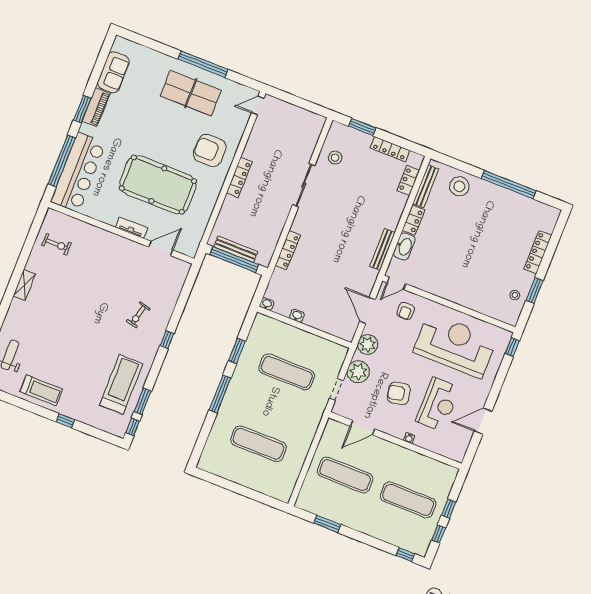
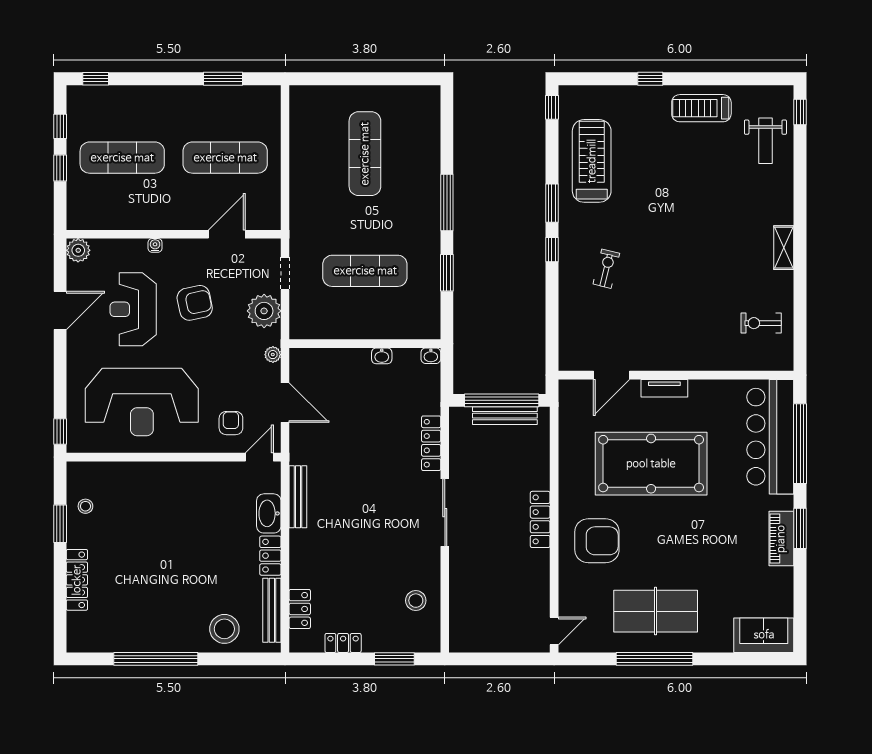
sofa: (113, 72) -> (764, 635), moved, turned 90
locker: (390, 149) -> (343, 643), width x0.66
sliding door: (304, 185) -> (445, 513), moved
plant: (368, 345) -> (273, 355), width x0.53, depth x0.53
treadmill: (121, 384) -> (592, 161), turned 180
window: (143, 401) -> (552, 203), moved
exercise mat: (258, 444) -> (365, 154), turned 90
plant: (457, 454) -> (78, 250), added

